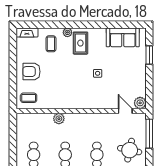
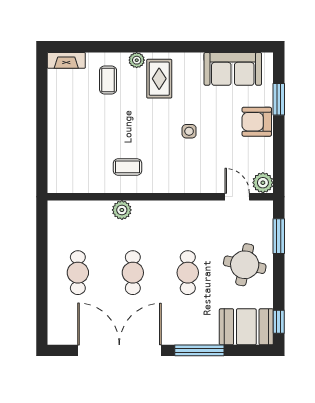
armchair: (31, 72) -> (257, 122), moved
coffee table: (29, 98) -> (128, 167), moved
window: (149, 134) -> (279, 236), width x0.69

